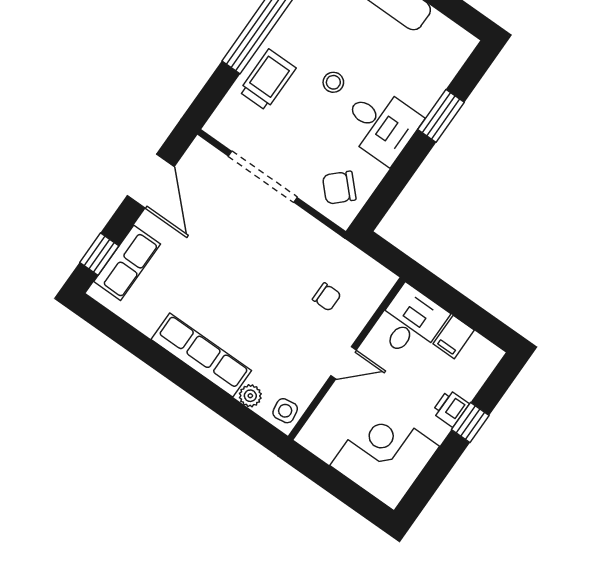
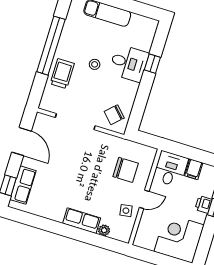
window: (441, 116) -> (152, 64), width x0.67
desk: (381, 124) -> (129, 63), moved
chair: (327, 297) -> (126, 170), width x1.87, depth x1.87
row of seats: (201, 355) -> (82, 221), width x0.68
side table: (285, 411) -> (126, 211), moved

